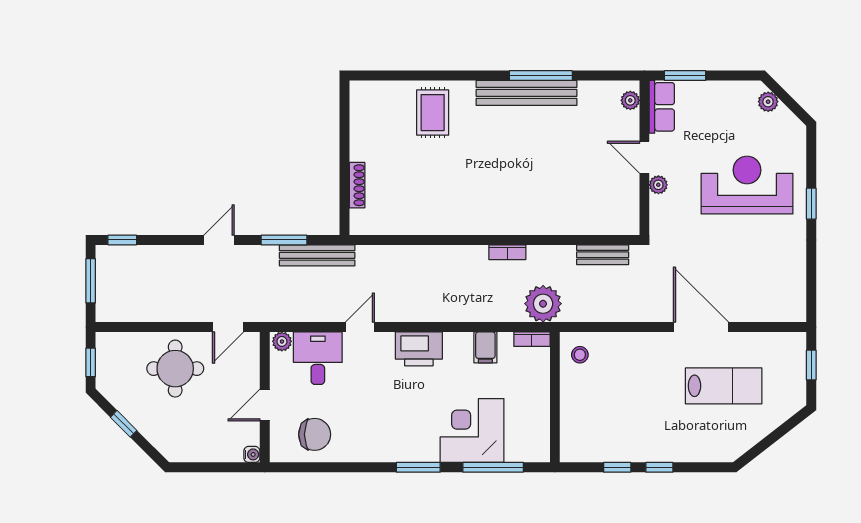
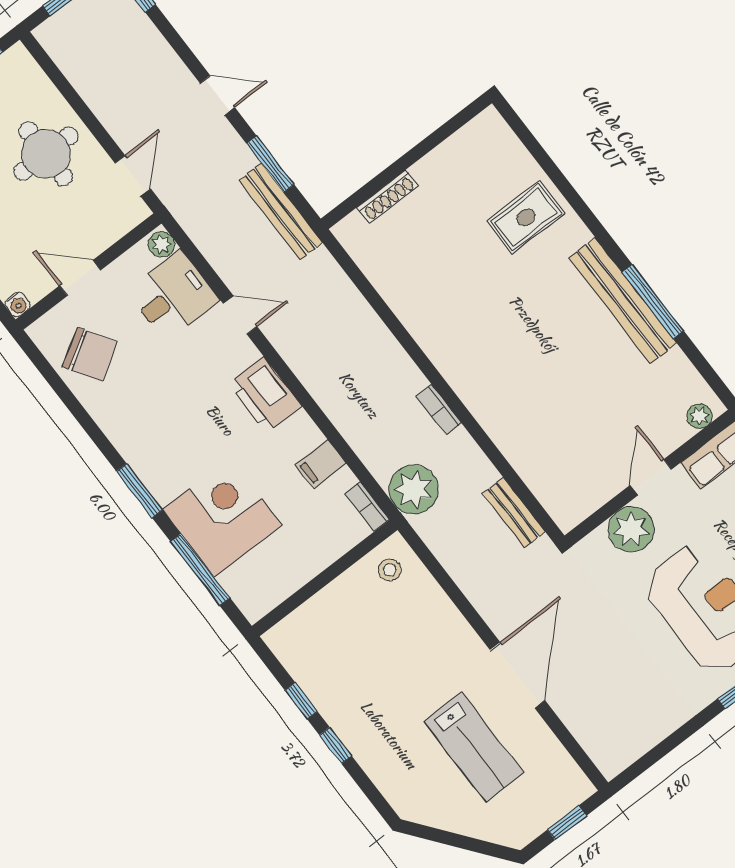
plant: (658, 185) -> (631, 529), width x1.88, depth x1.88
door: (228, 327) -> (133, 176), swing flipped
chair: (315, 434) -> (90, 354), turned -32

